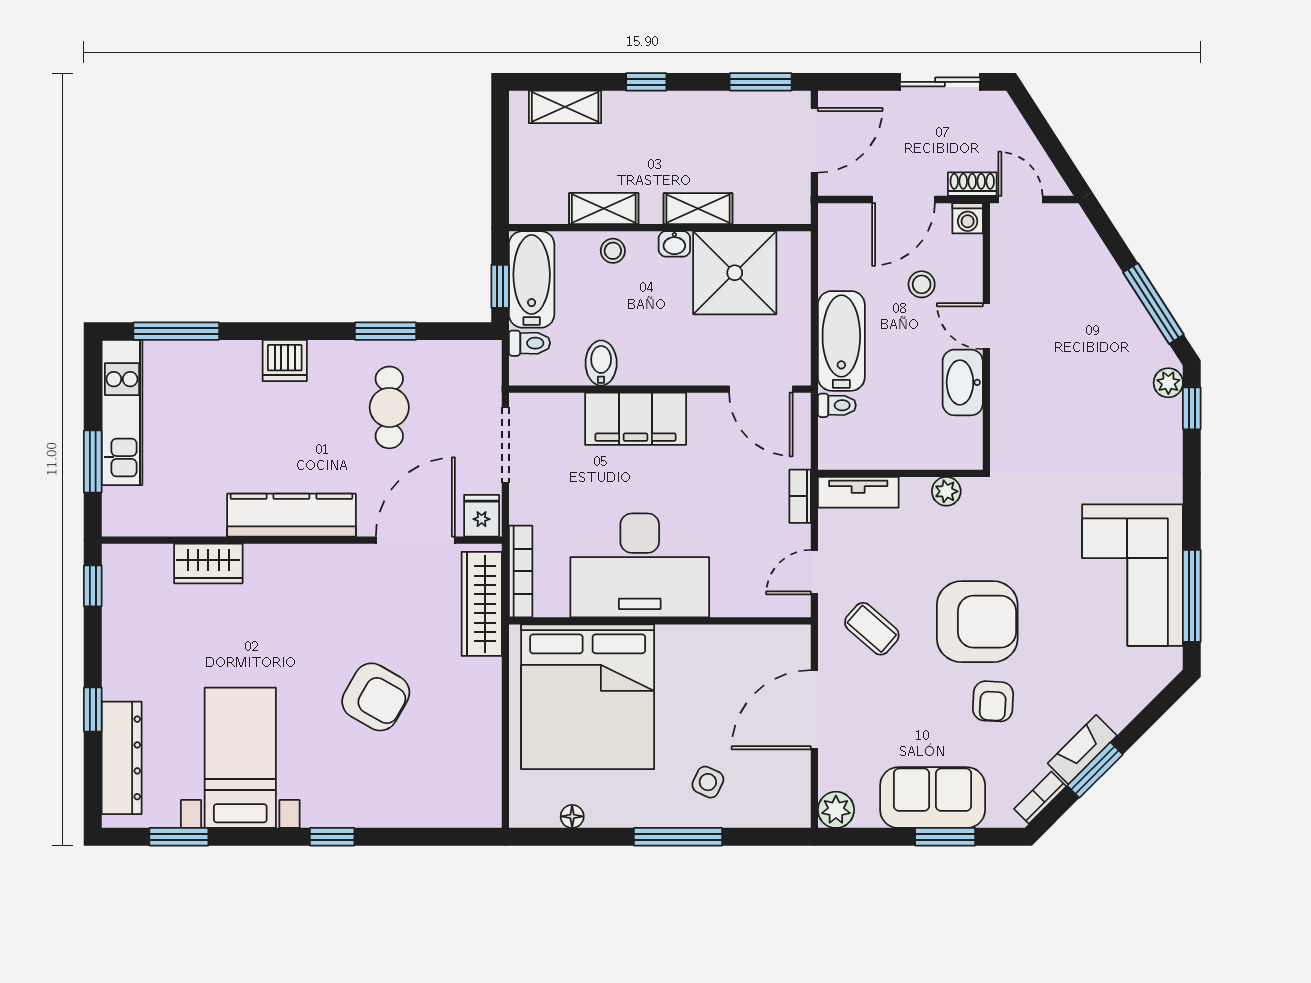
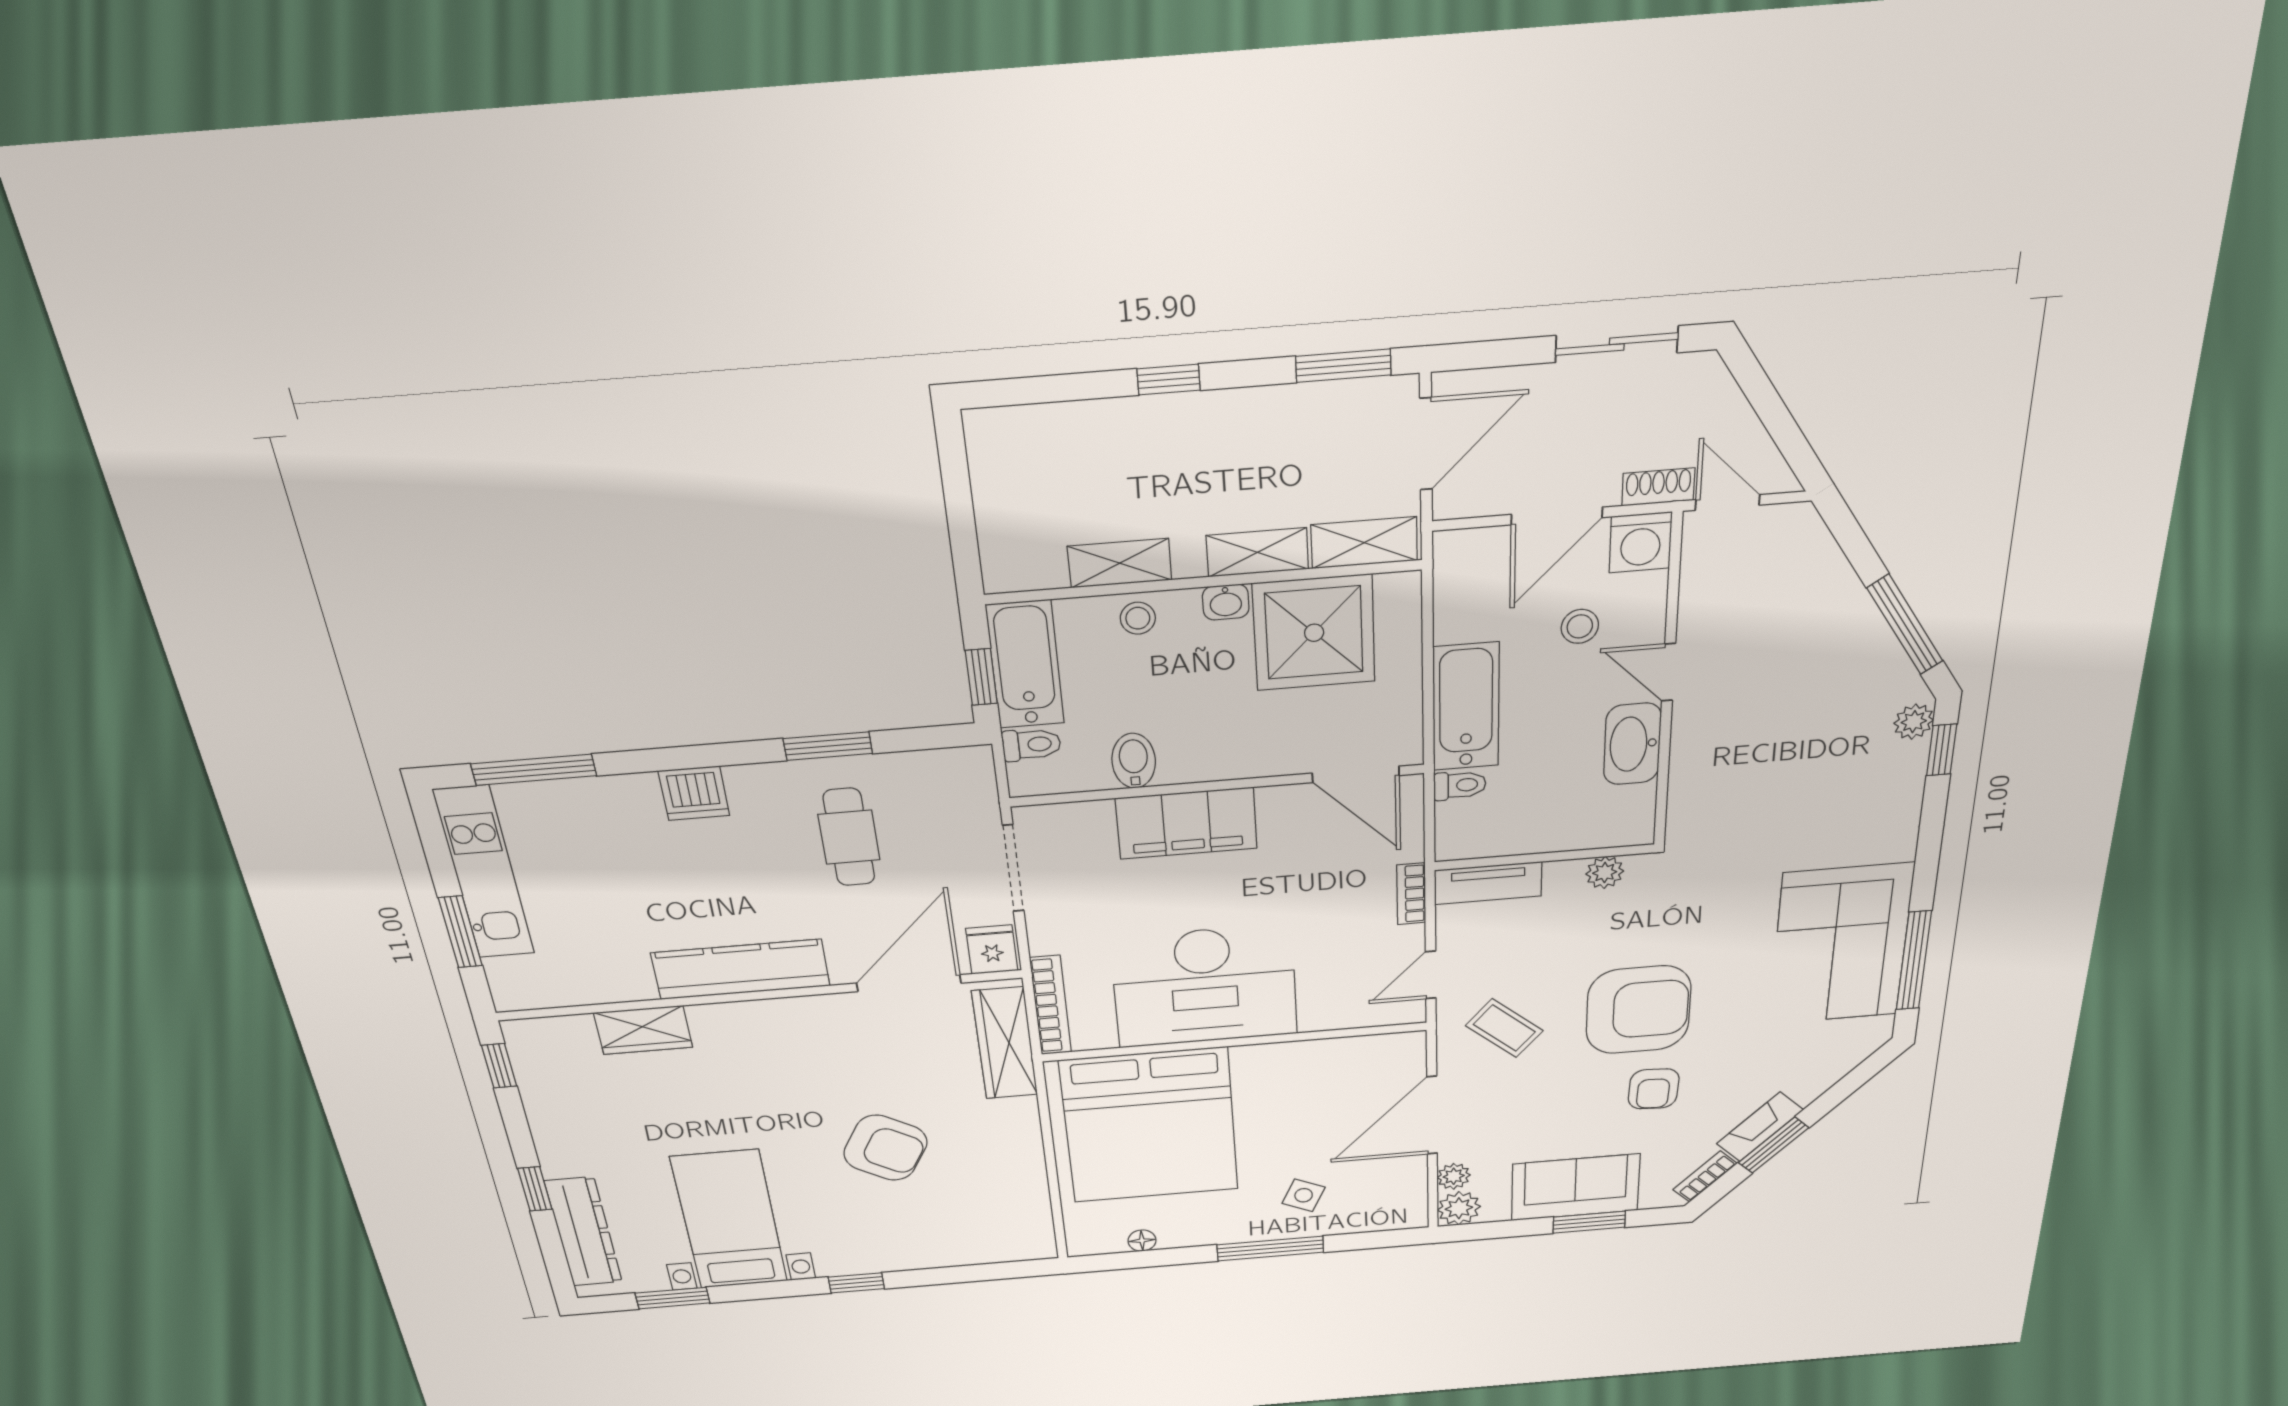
shelving: (565, 107) -> (1364, 543), moved
washing machine: (968, 218) -> (1641, 542), width x1.38, depth x1.38
plant: (832, 775) -> (1454, 1176), added

